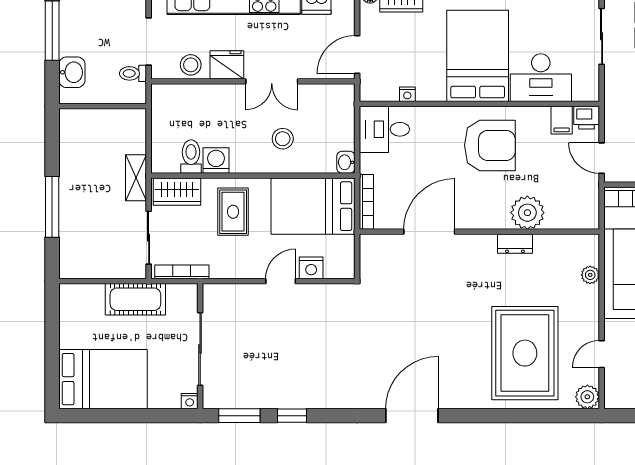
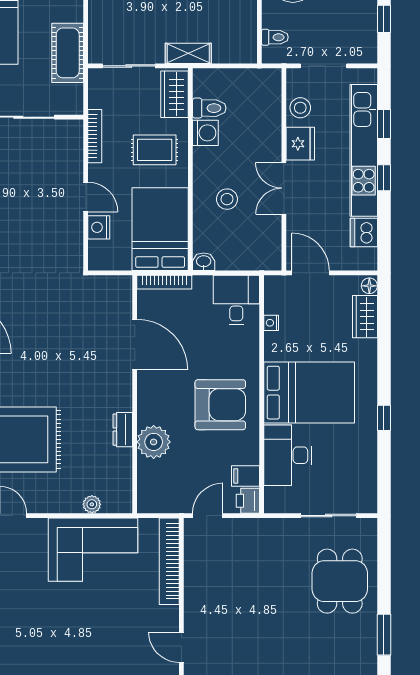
toilet: (133, 73) -> (275, 37), moved, turned 90
armchair: (490, 145) -> (220, 405), turned -90
bookcase: (182, 272) -> (95, 136), moved

